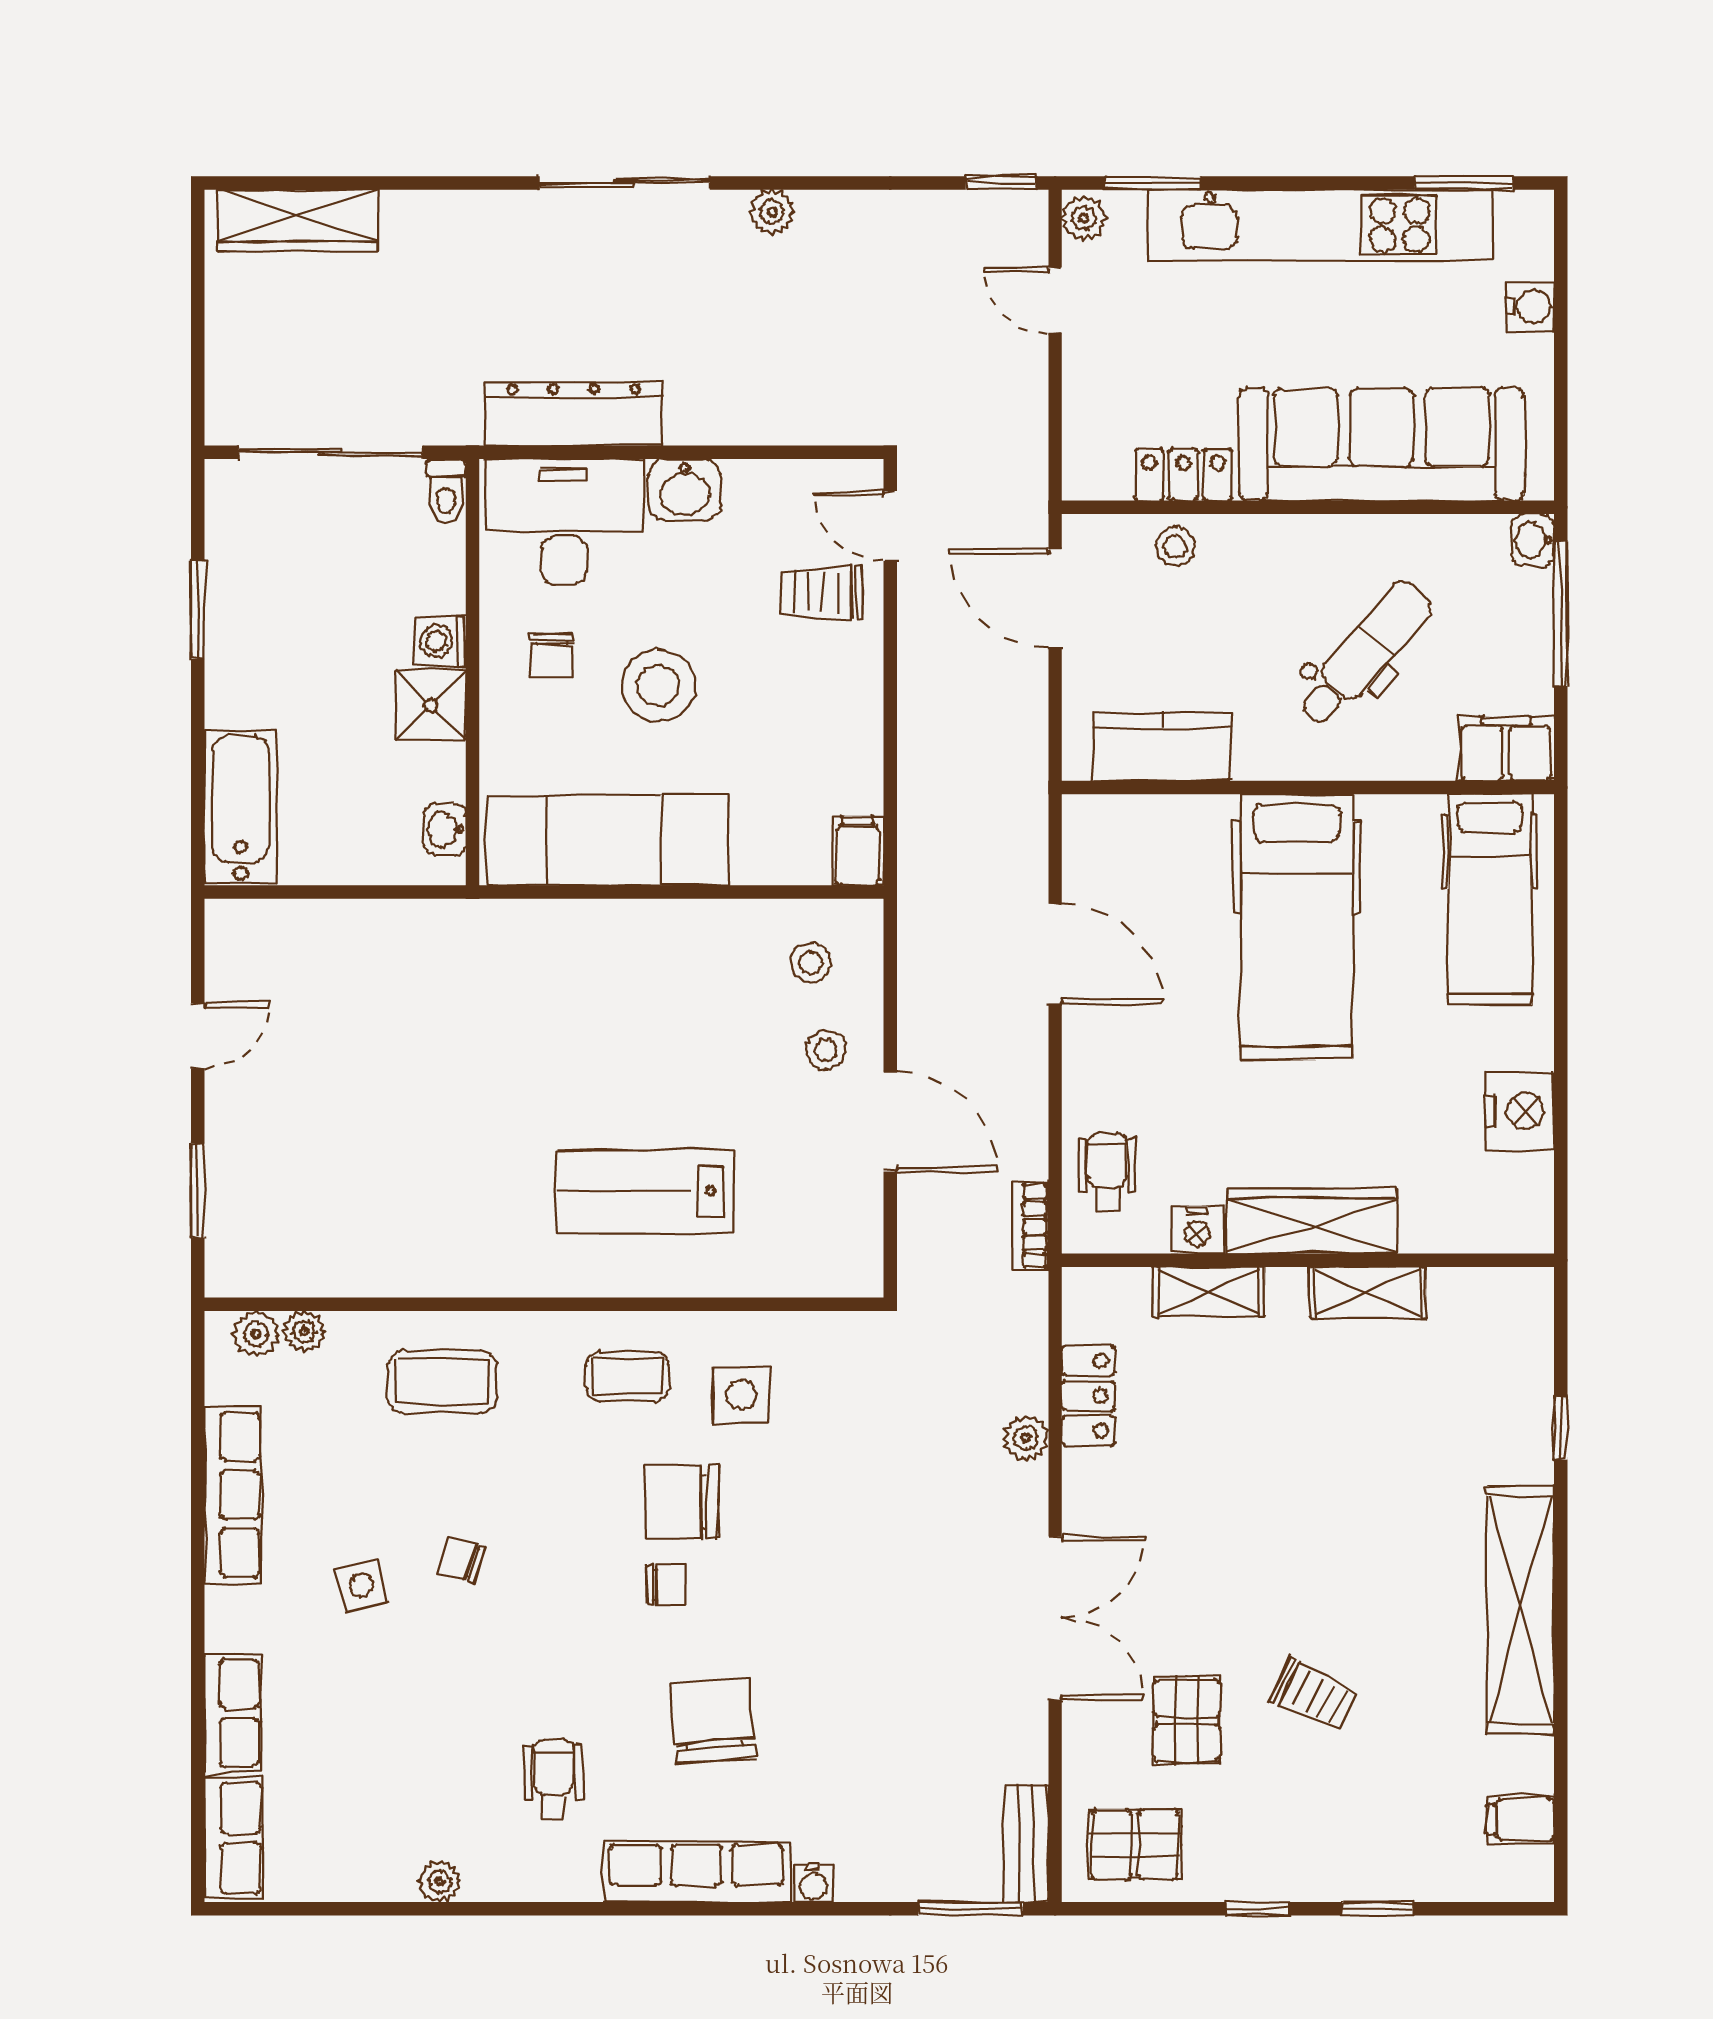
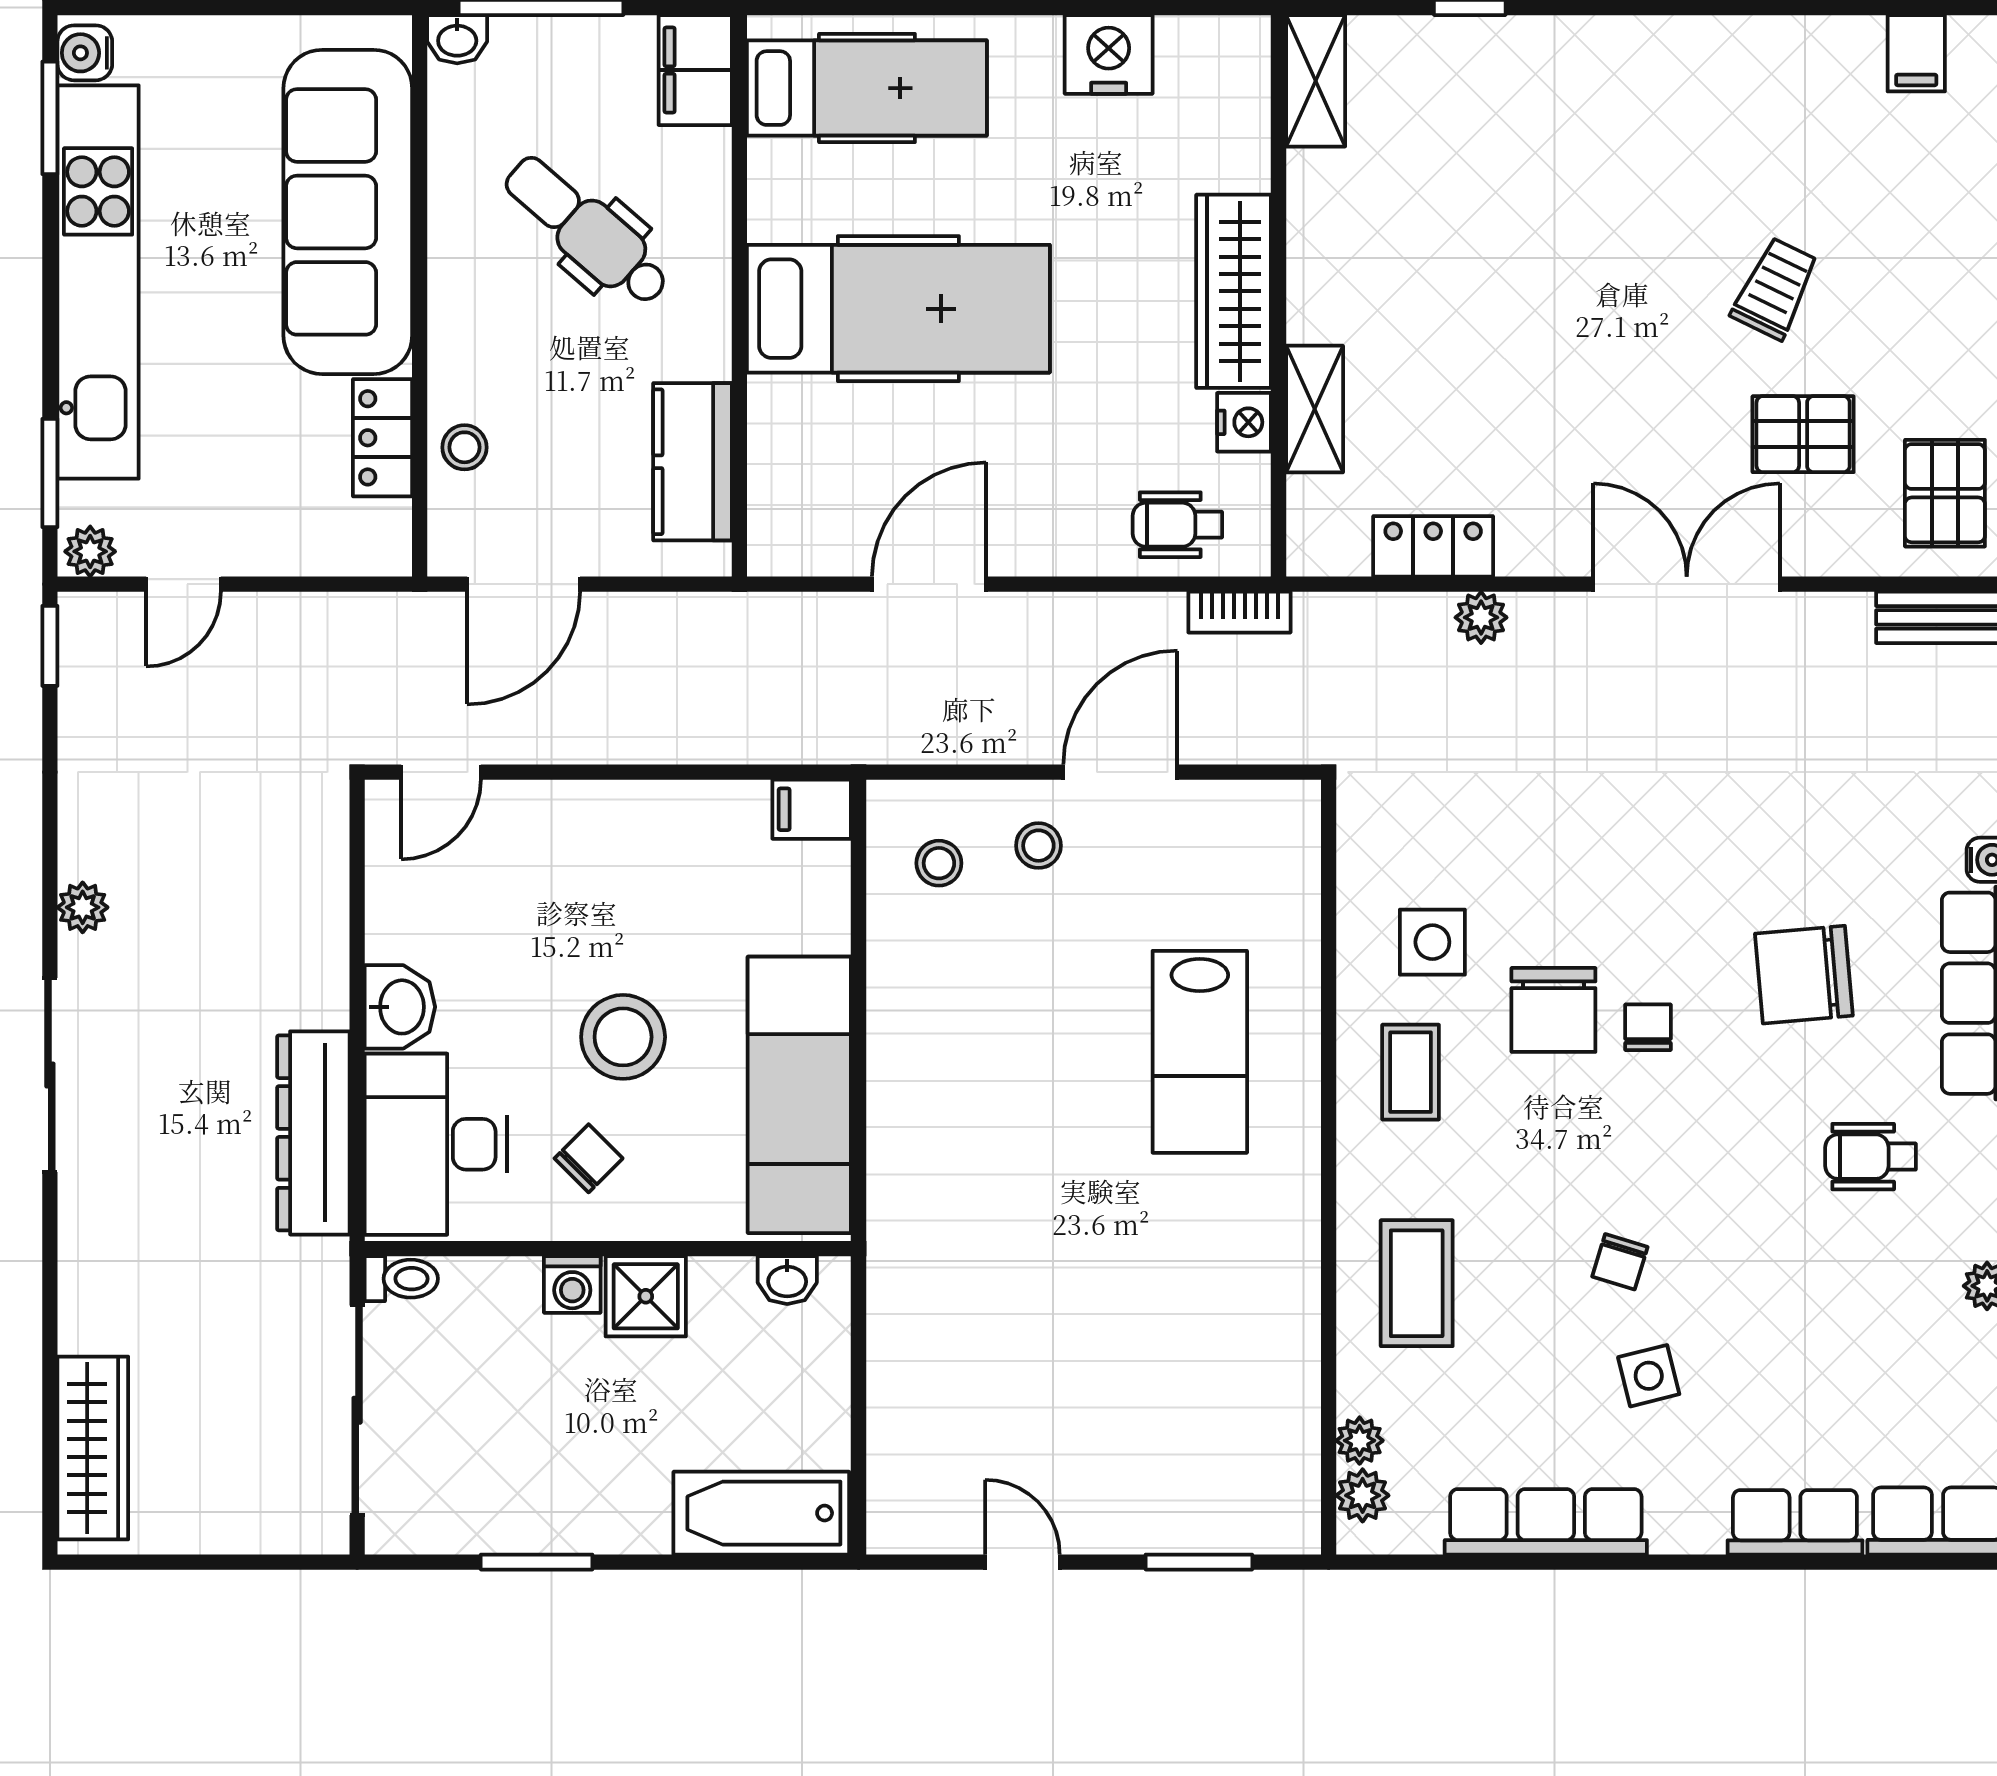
water cooler: (1530, 306) -> (85, 53), moved, turned -90
trolley: (821, 592) -> (517, 851), removed
chair: (552, 655) -> (589, 1158), turned -45
shelving: (1368, 1293) -> (1316, 81), moved
shelving: (1520, 1610) -> (1677, 53), removed

